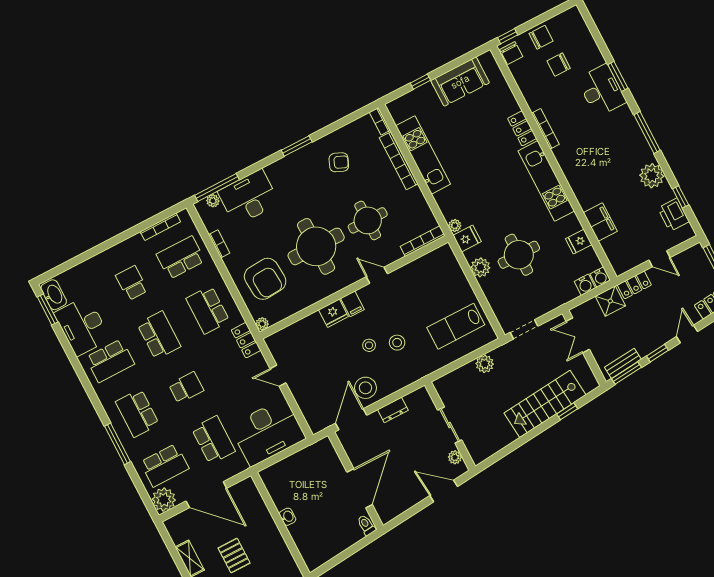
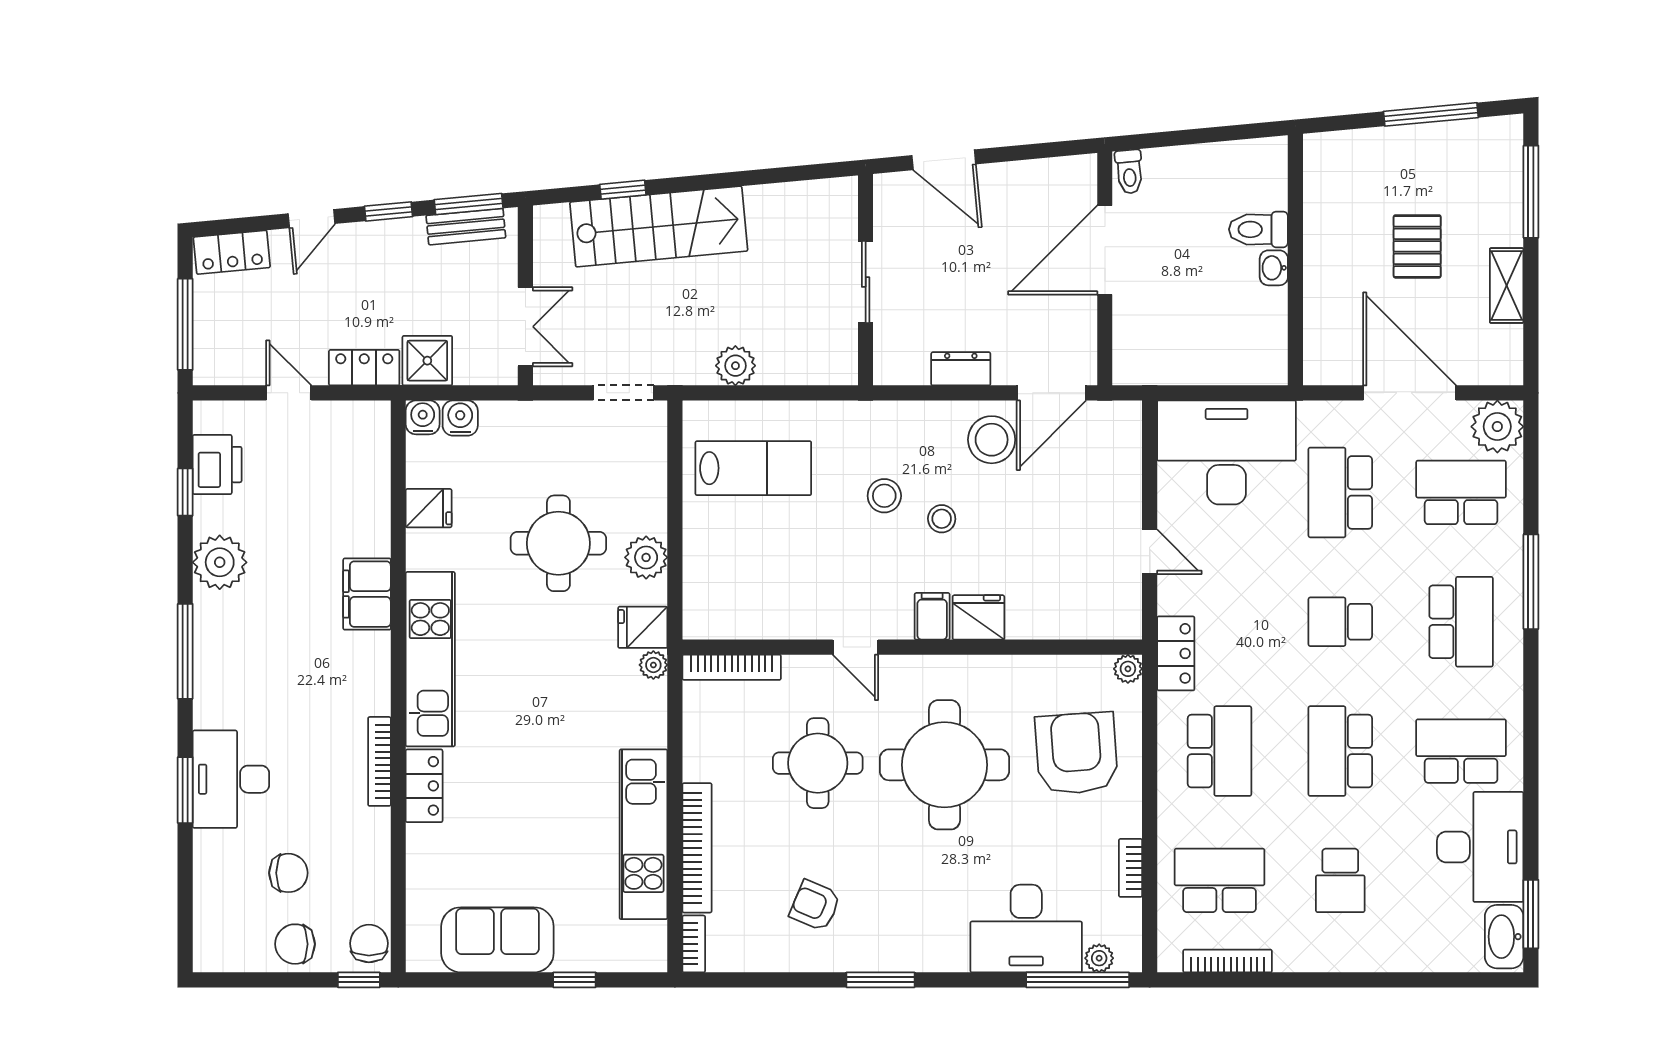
filing cabinet: (600, 222) -> (367, 594), moved
school desk: (181, 258) -> (1219, 880), turned 180
plant: (455, 457) -> (888, 214), removed
toilet: (302, 529) -> (1258, 229), added

